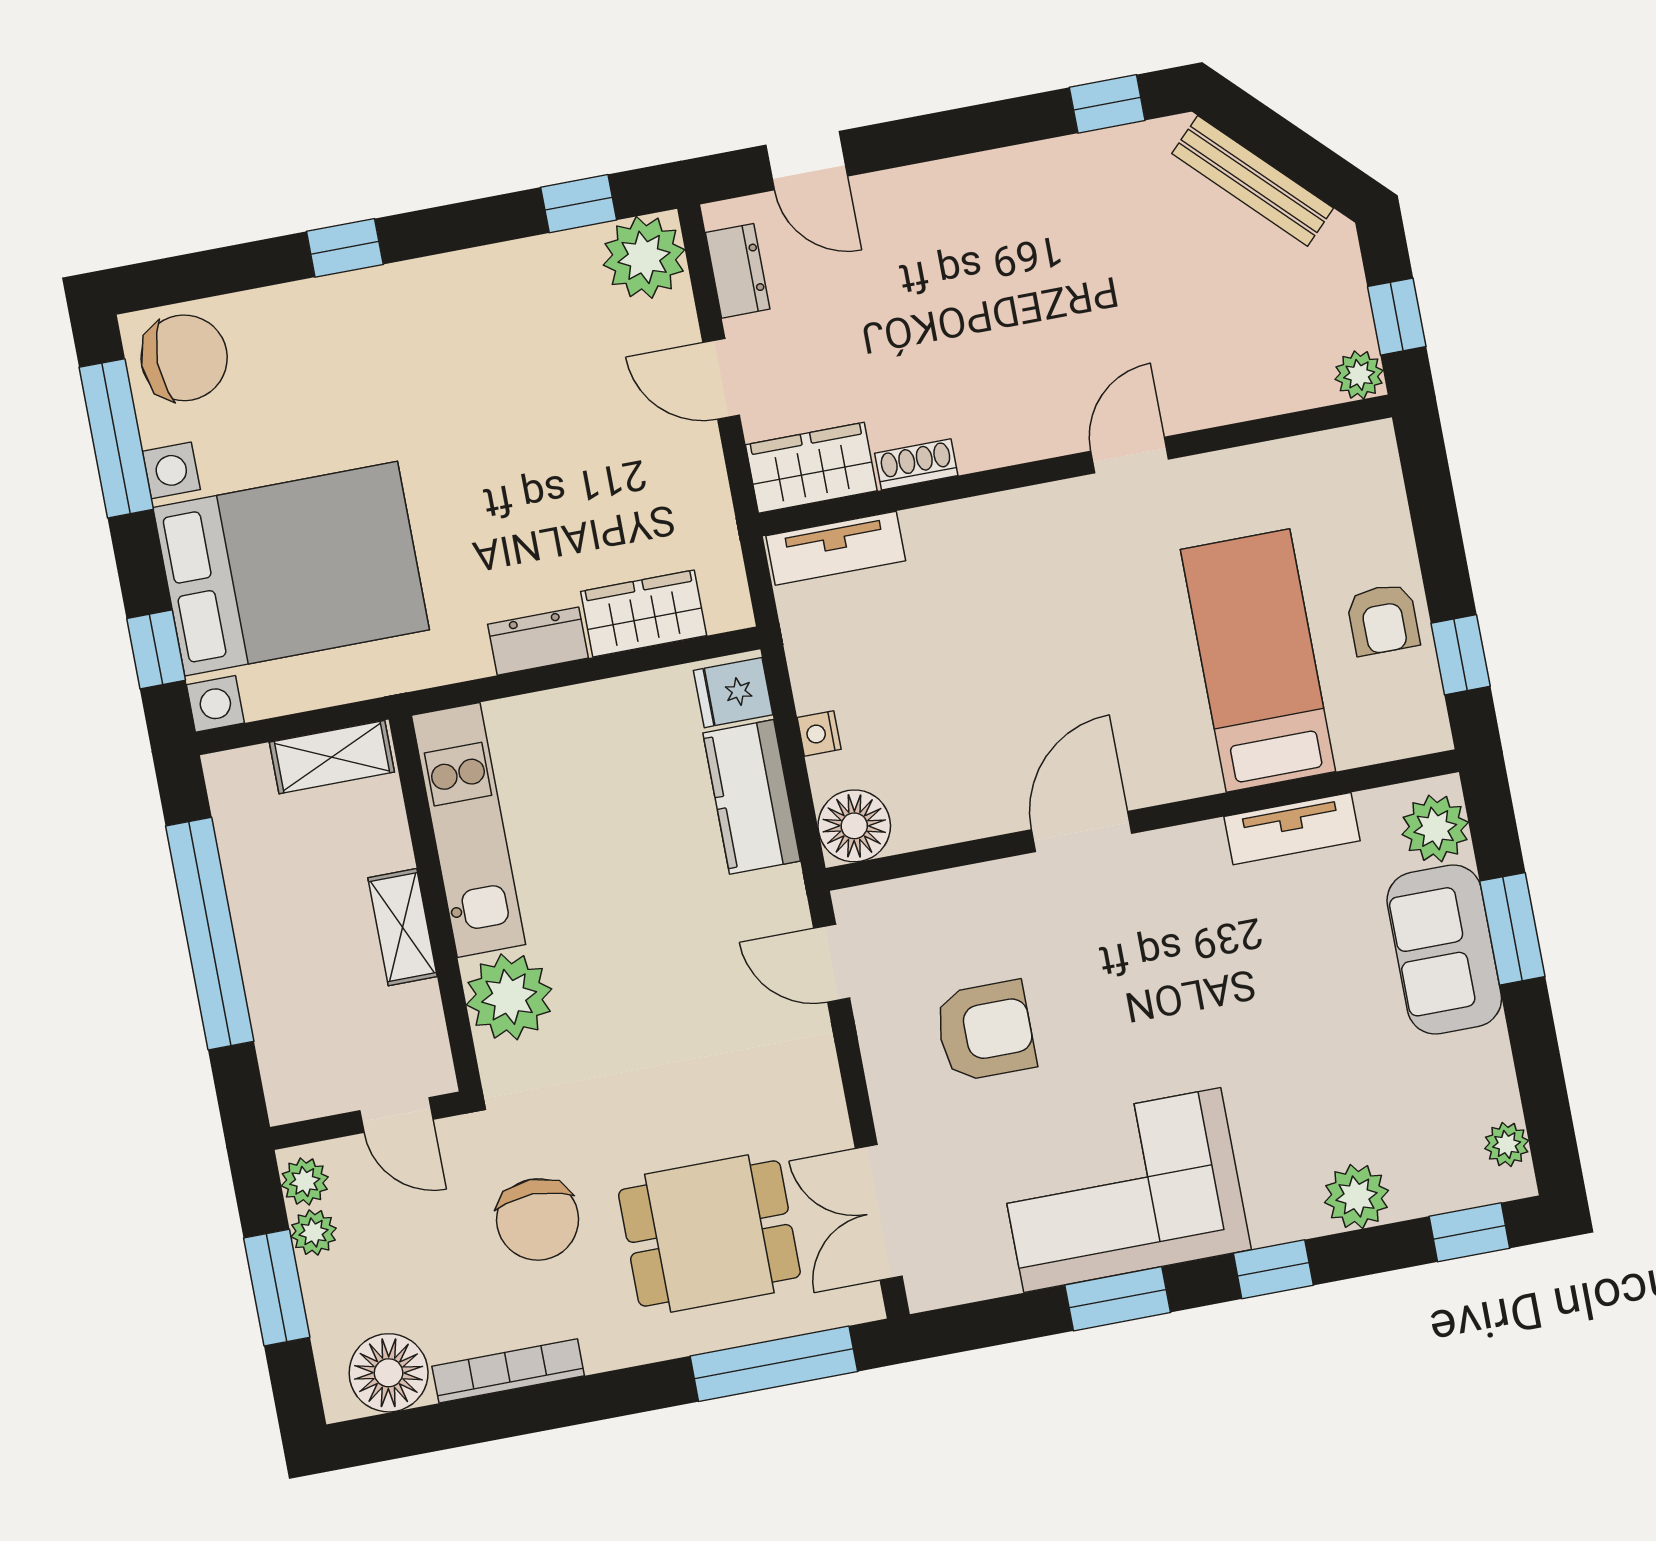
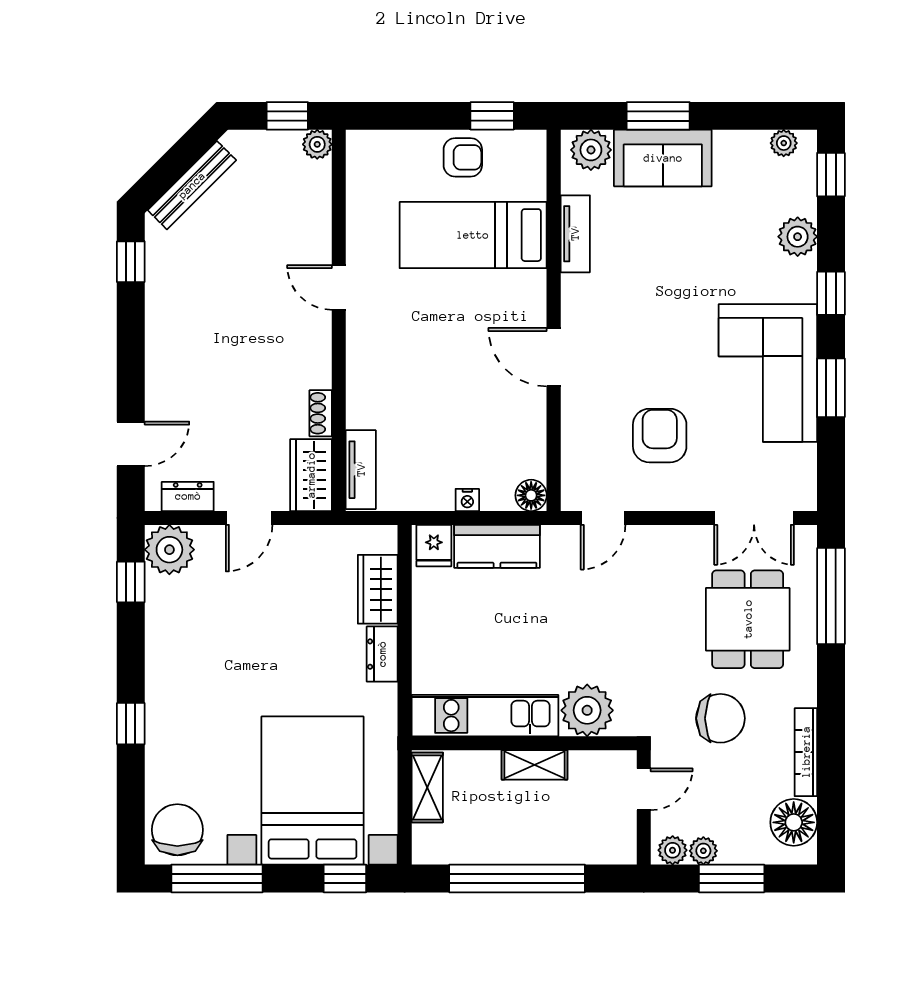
floor lamp: (854, 826) -> (531, 495), width x0.73, depth x0.73

